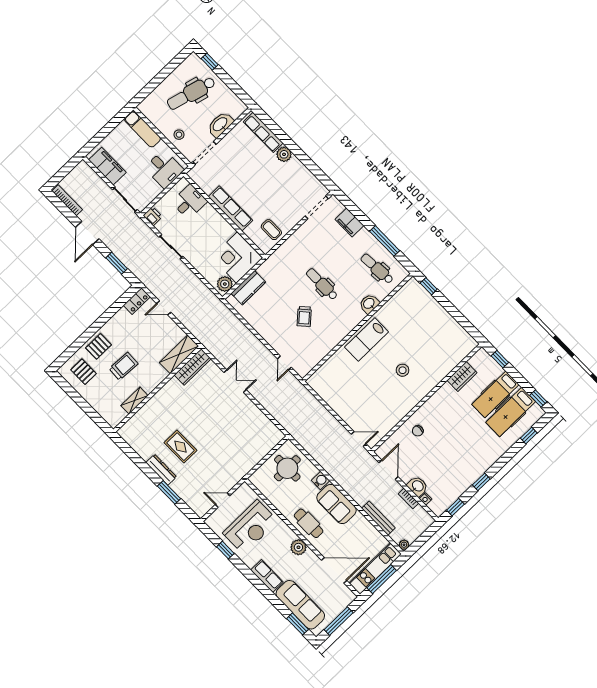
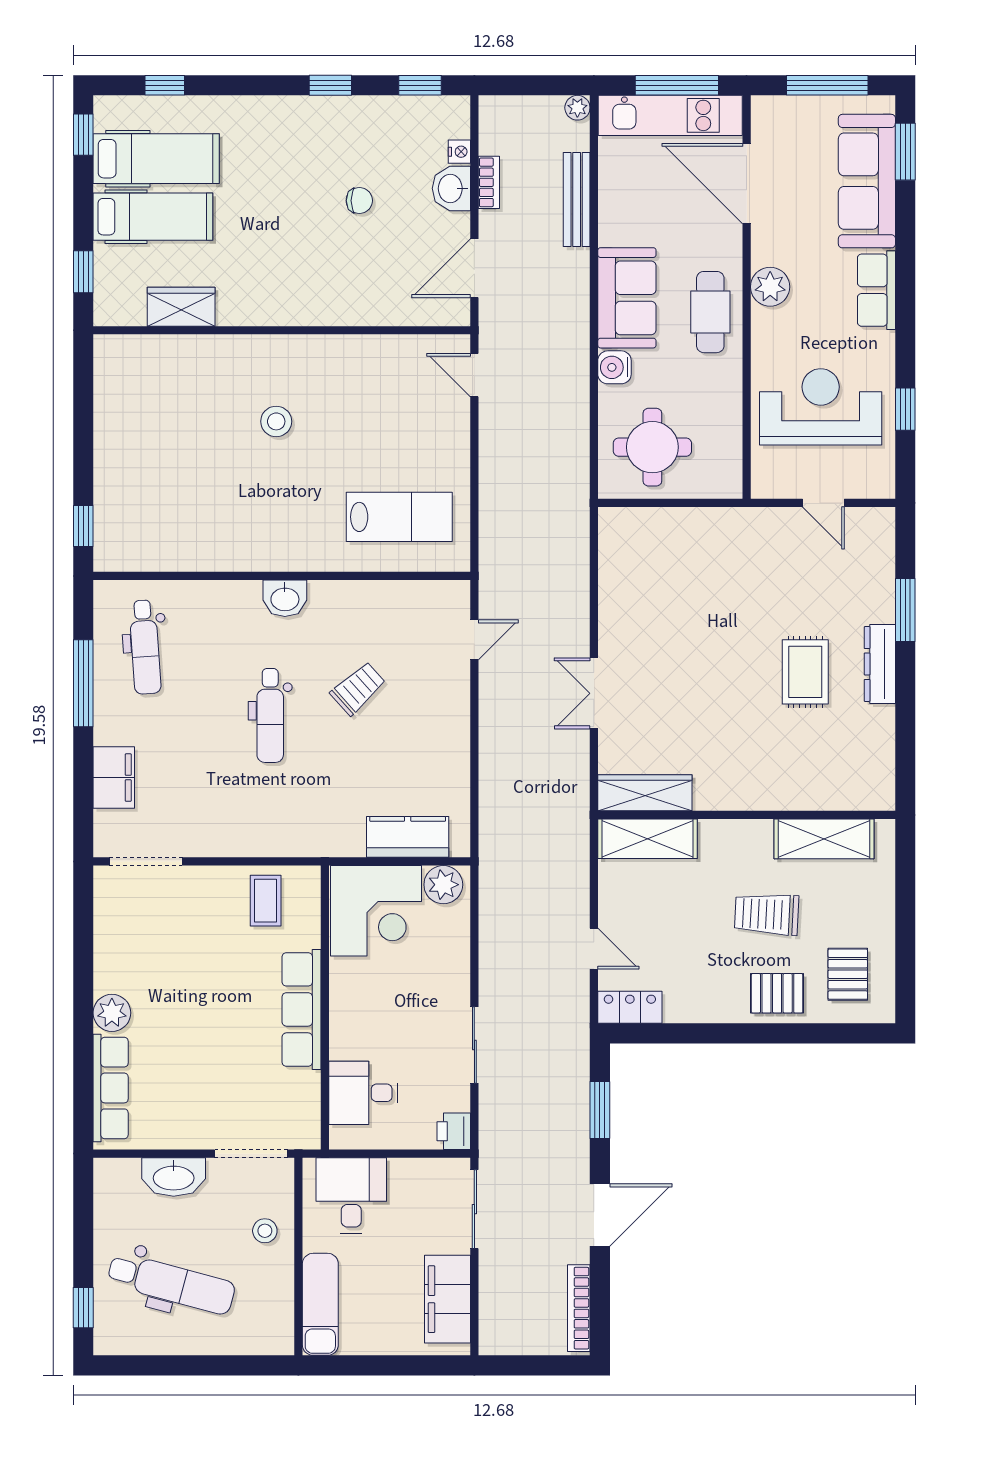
washbasin: (369, 304) -> (285, 598), moved
lab bench: (367, 339) -> (399, 517), moved
shelving: (134, 401) -> (824, 839), width x1.50, depth x1.33
chair: (418, 431) -> (359, 201), moved

